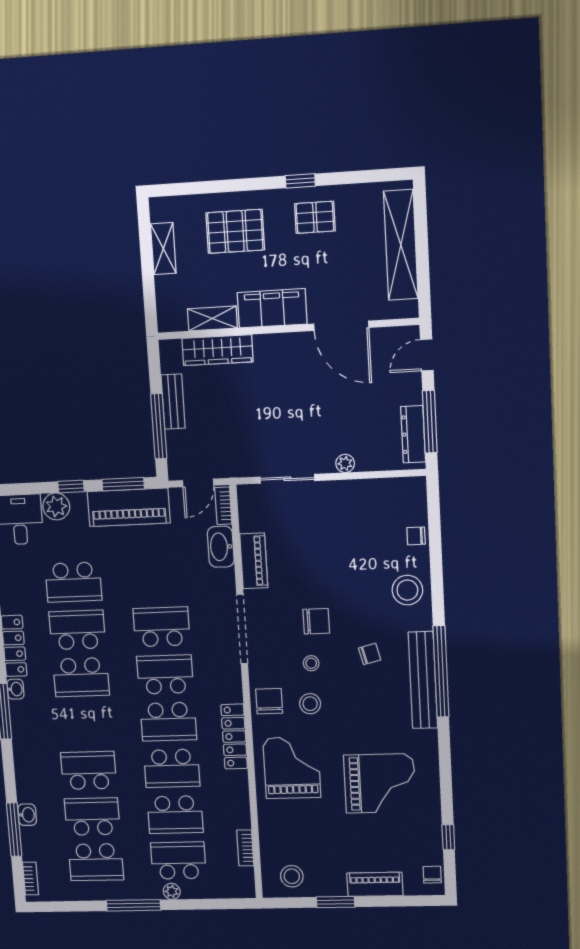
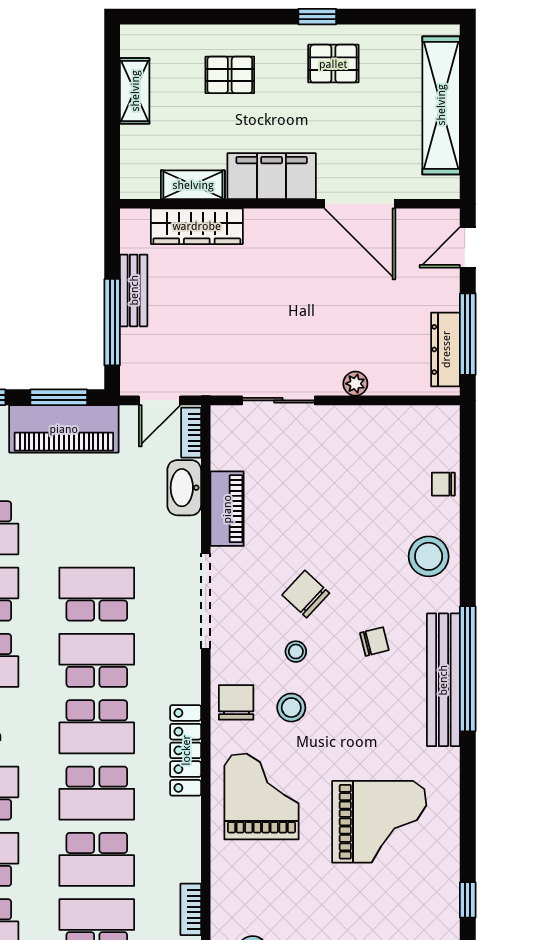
pallet: (235, 231) -> (230, 75), width x0.67, depth x0.71
chair: (316, 621) -> (306, 594), turned -137

